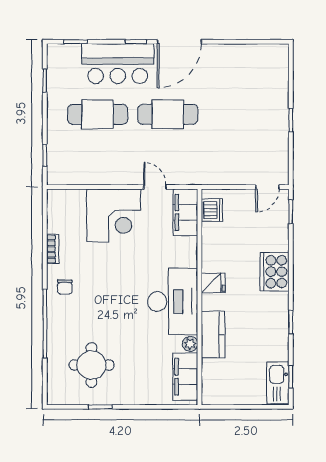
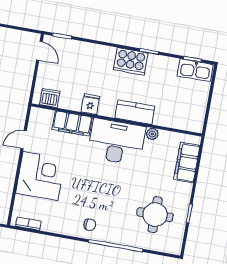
filing cabinet: (185, 212) -> (72, 123), moved
bookcase: (53, 249) -> (28, 224), moved
cooker: (275, 272) -> (131, 61), moved
fridge: (213, 283) -> (90, 104), moved
kitchen counter: (213, 335) -> (135, 112), moved
filing cabinet: (185, 377) -> (187, 163), moved, turned 90

